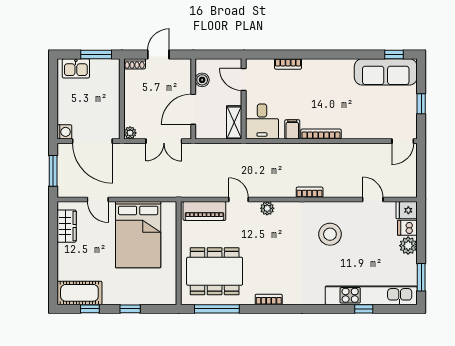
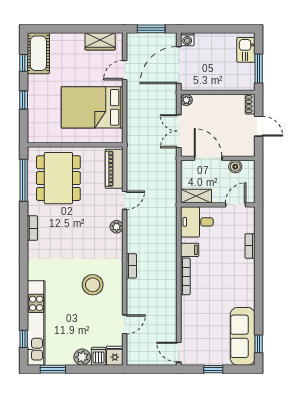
window: (364, 309) -> (24, 339), moved

